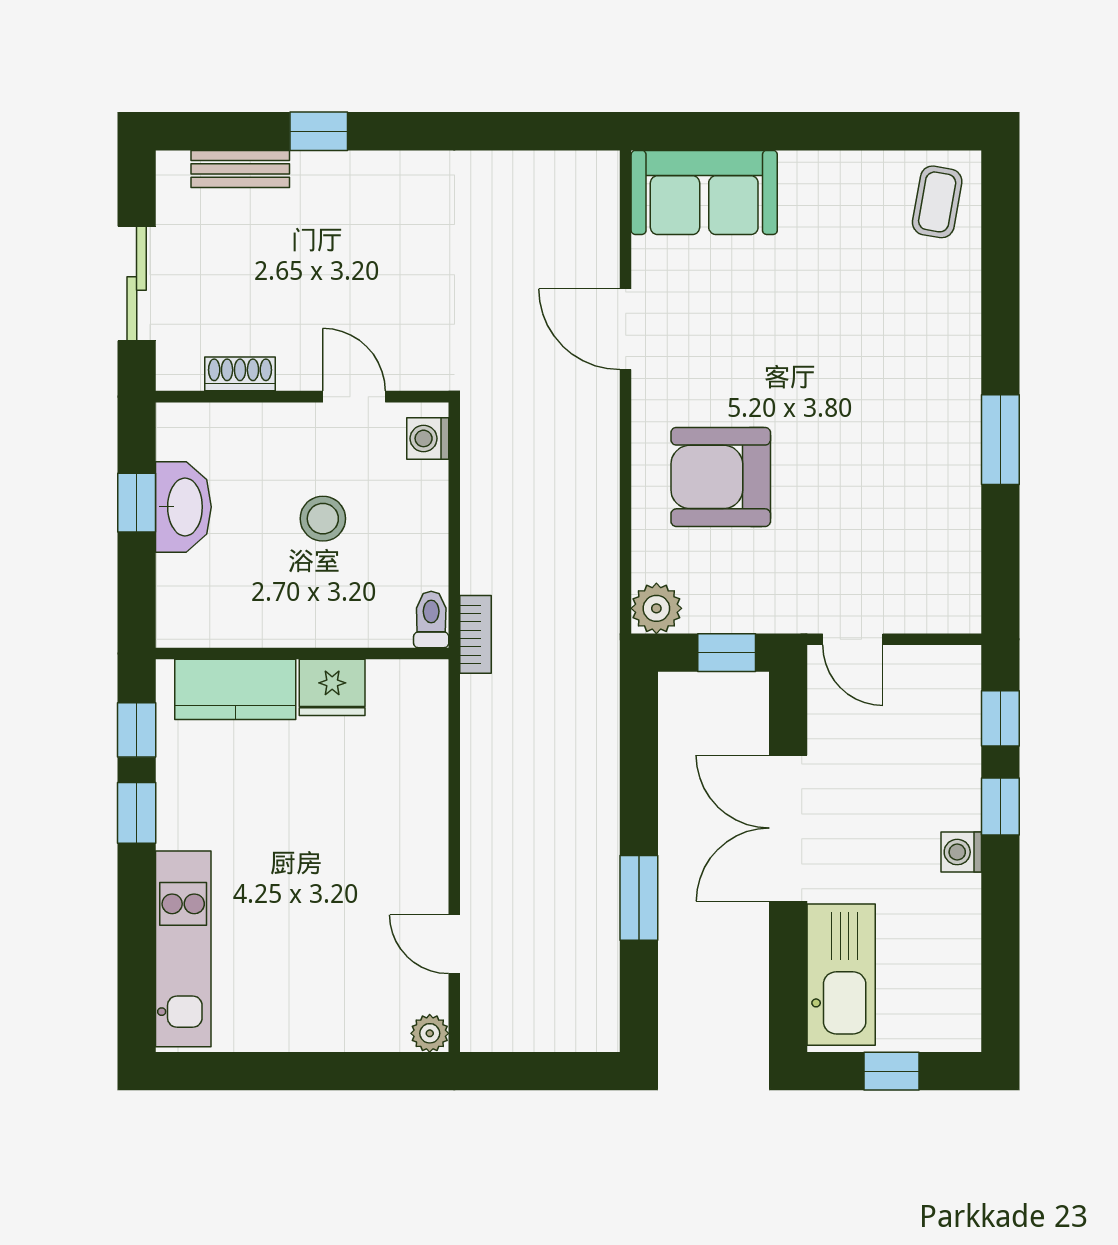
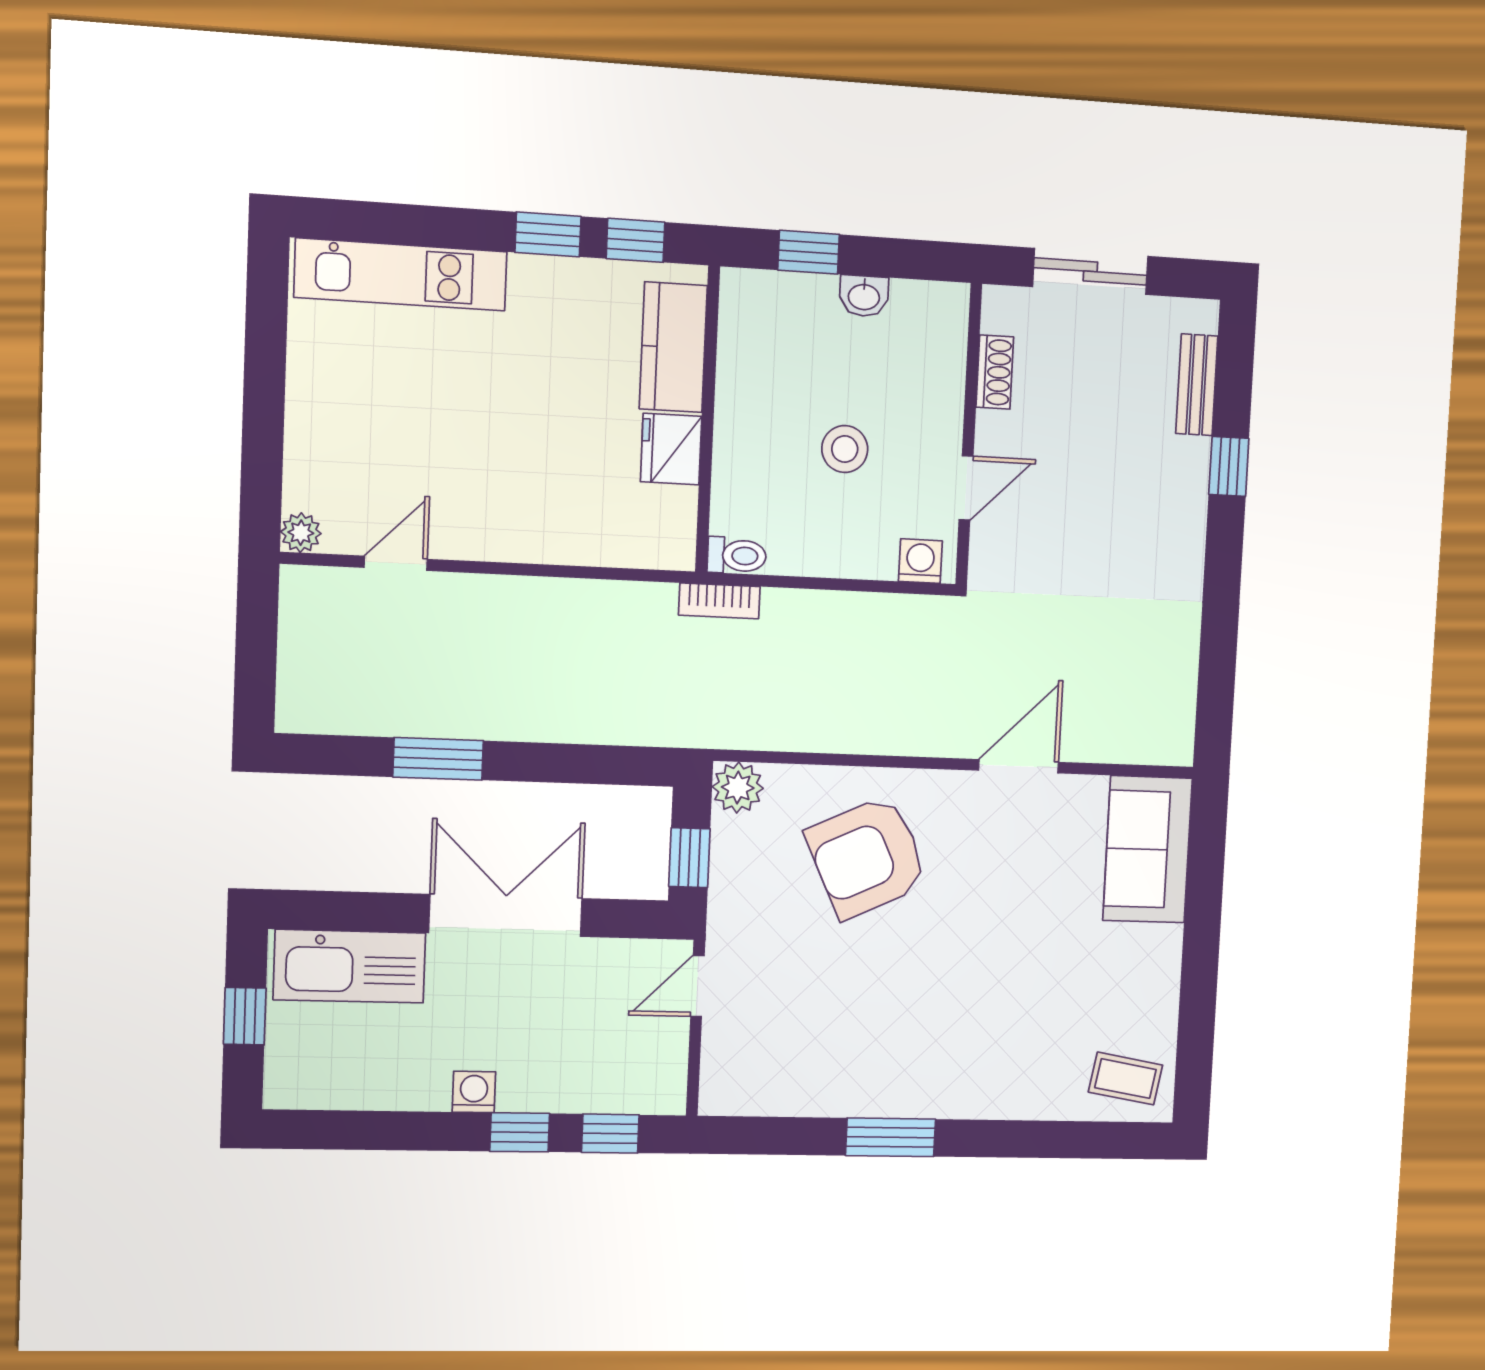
armchair: (721, 477) -> (867, 857), turned -115
window: (137, 503) -> (809, 252), moved
washbasin: (183, 507) -> (864, 296), width x0.52, depth x0.69

